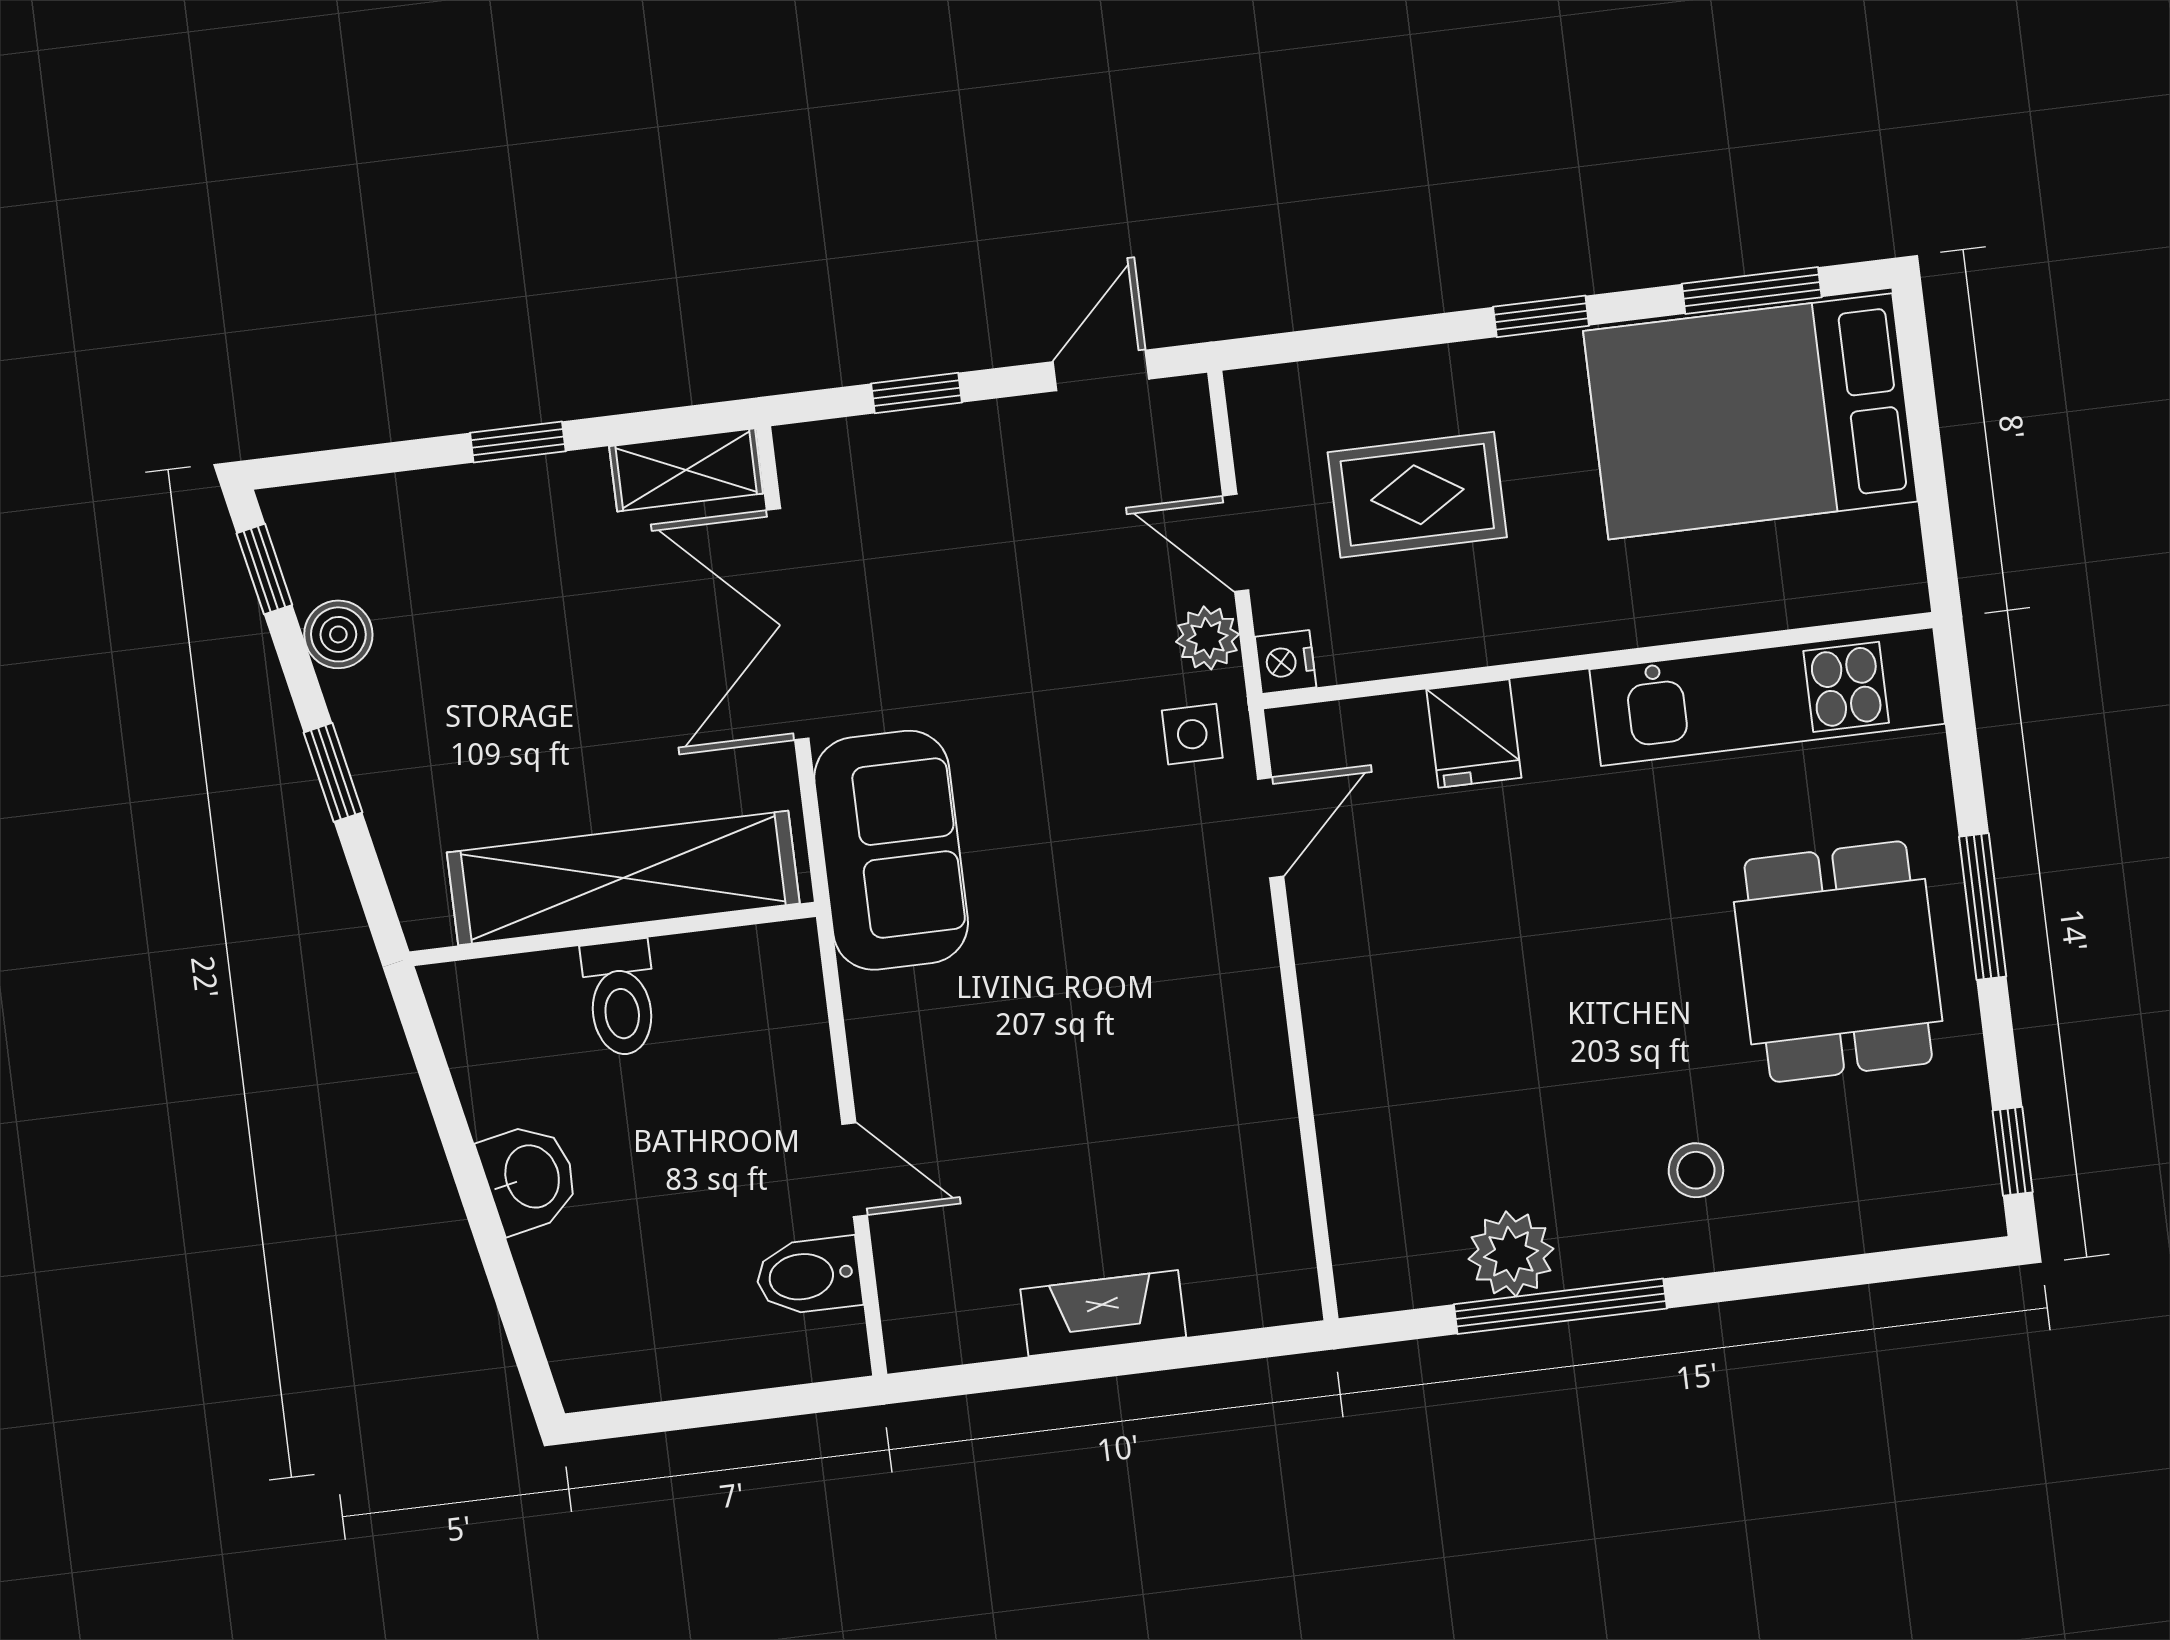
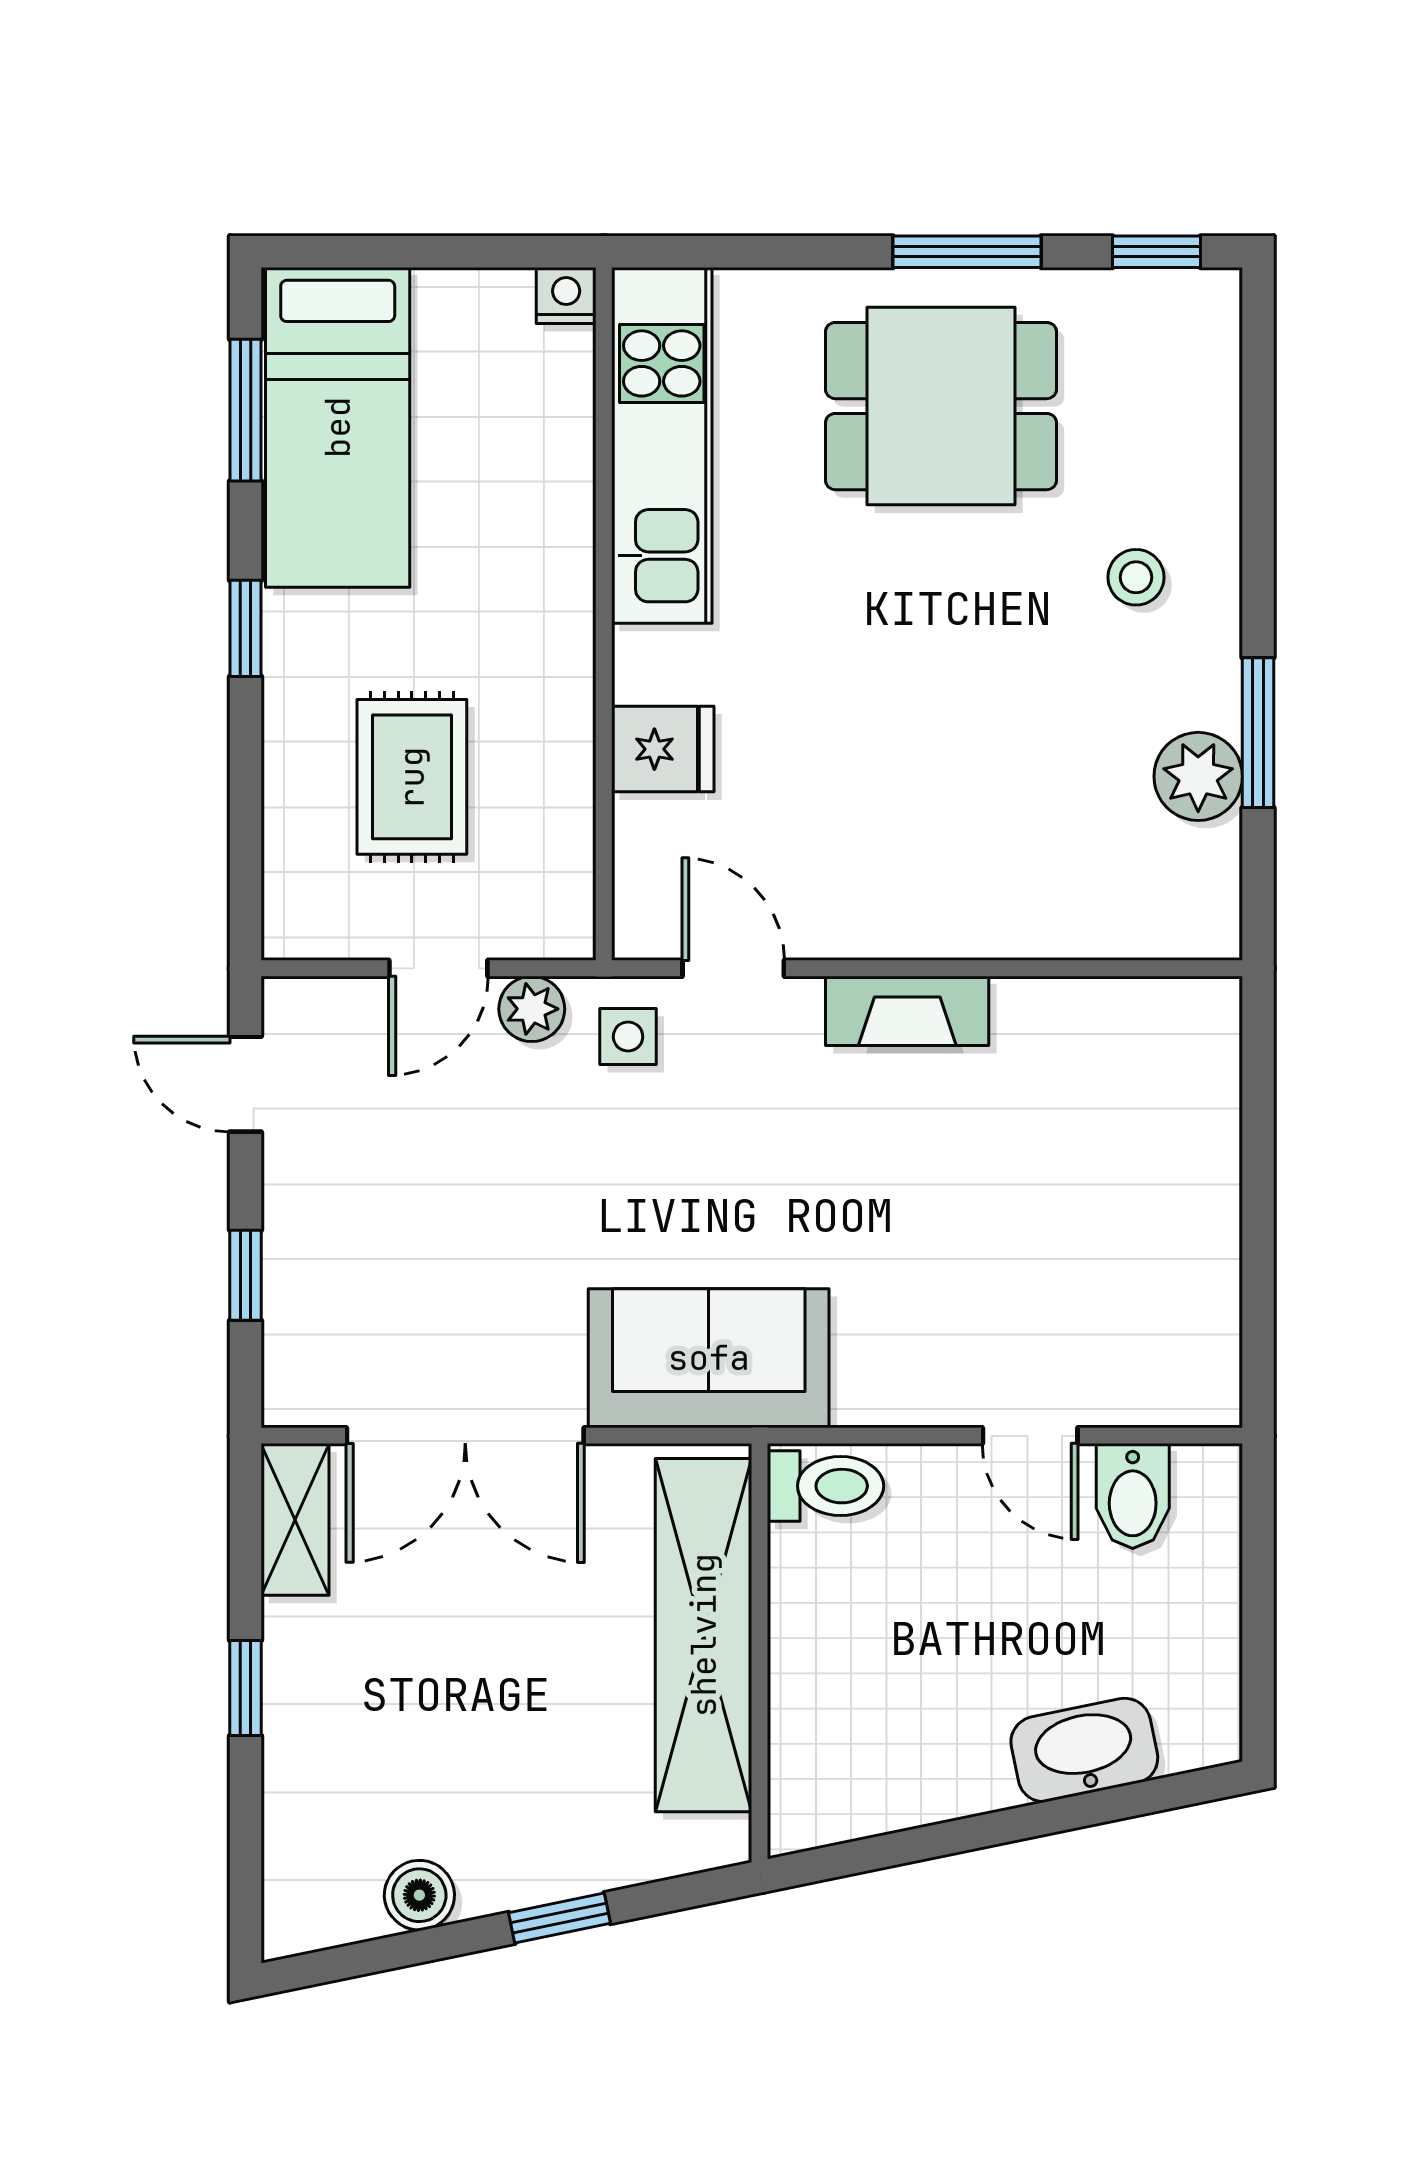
bed: (1750, 416) -> (338, 427), width x0.67
window: (264, 569) -> (343, 1962), removed
nightstand: (1286, 662) -> (566, 296), moved, turned 180
window: (1983, 907) -> (967, 252), moved
toilet: (620, 998) -> (825, 1486), moved
door: (855, 1170) -> (1030, 1436), swing flipped
washbasin: (530, 1177) -> (1084, 1750), moved, width x1.38
window: (1560, 1306) -> (1258, 733), width x0.69
fireplace: (1103, 1313) -> (907, 1011), moved, turned -90

